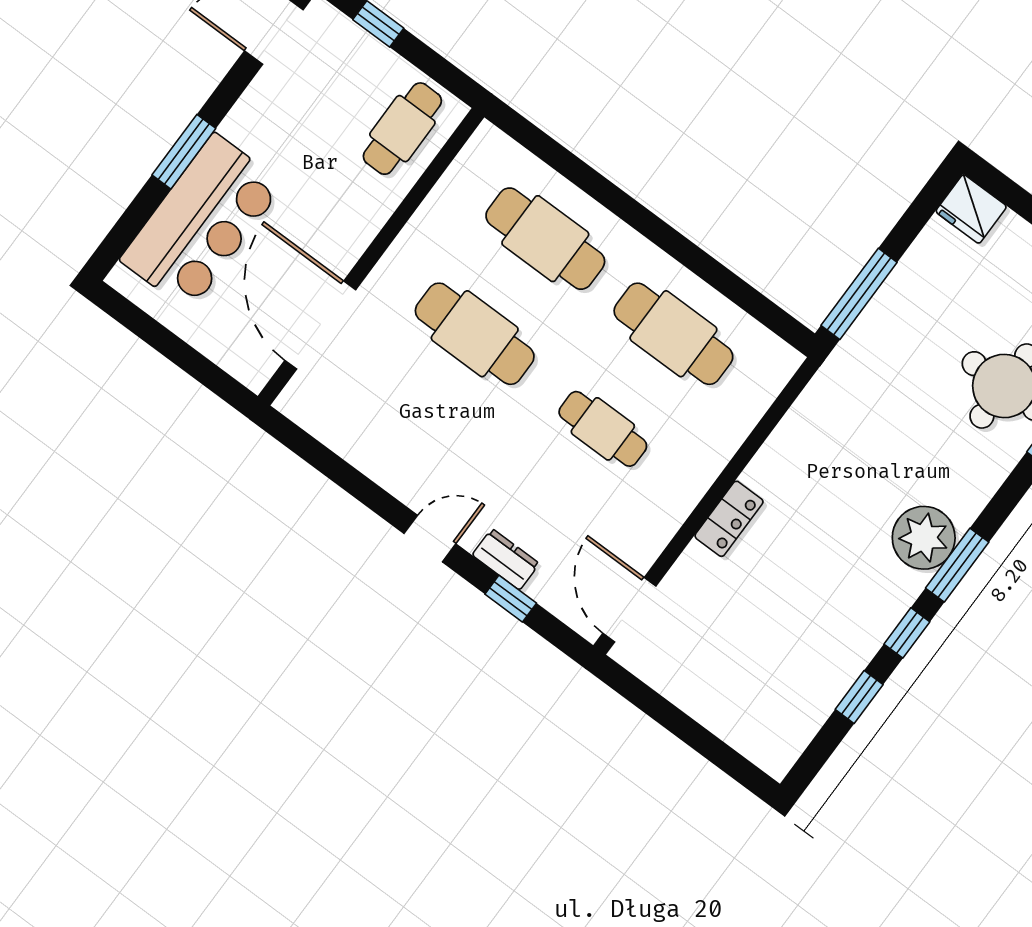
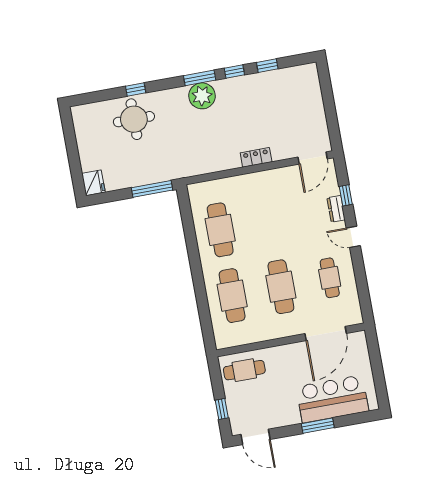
cafe table: (603, 429) -> (330, 278), moved

